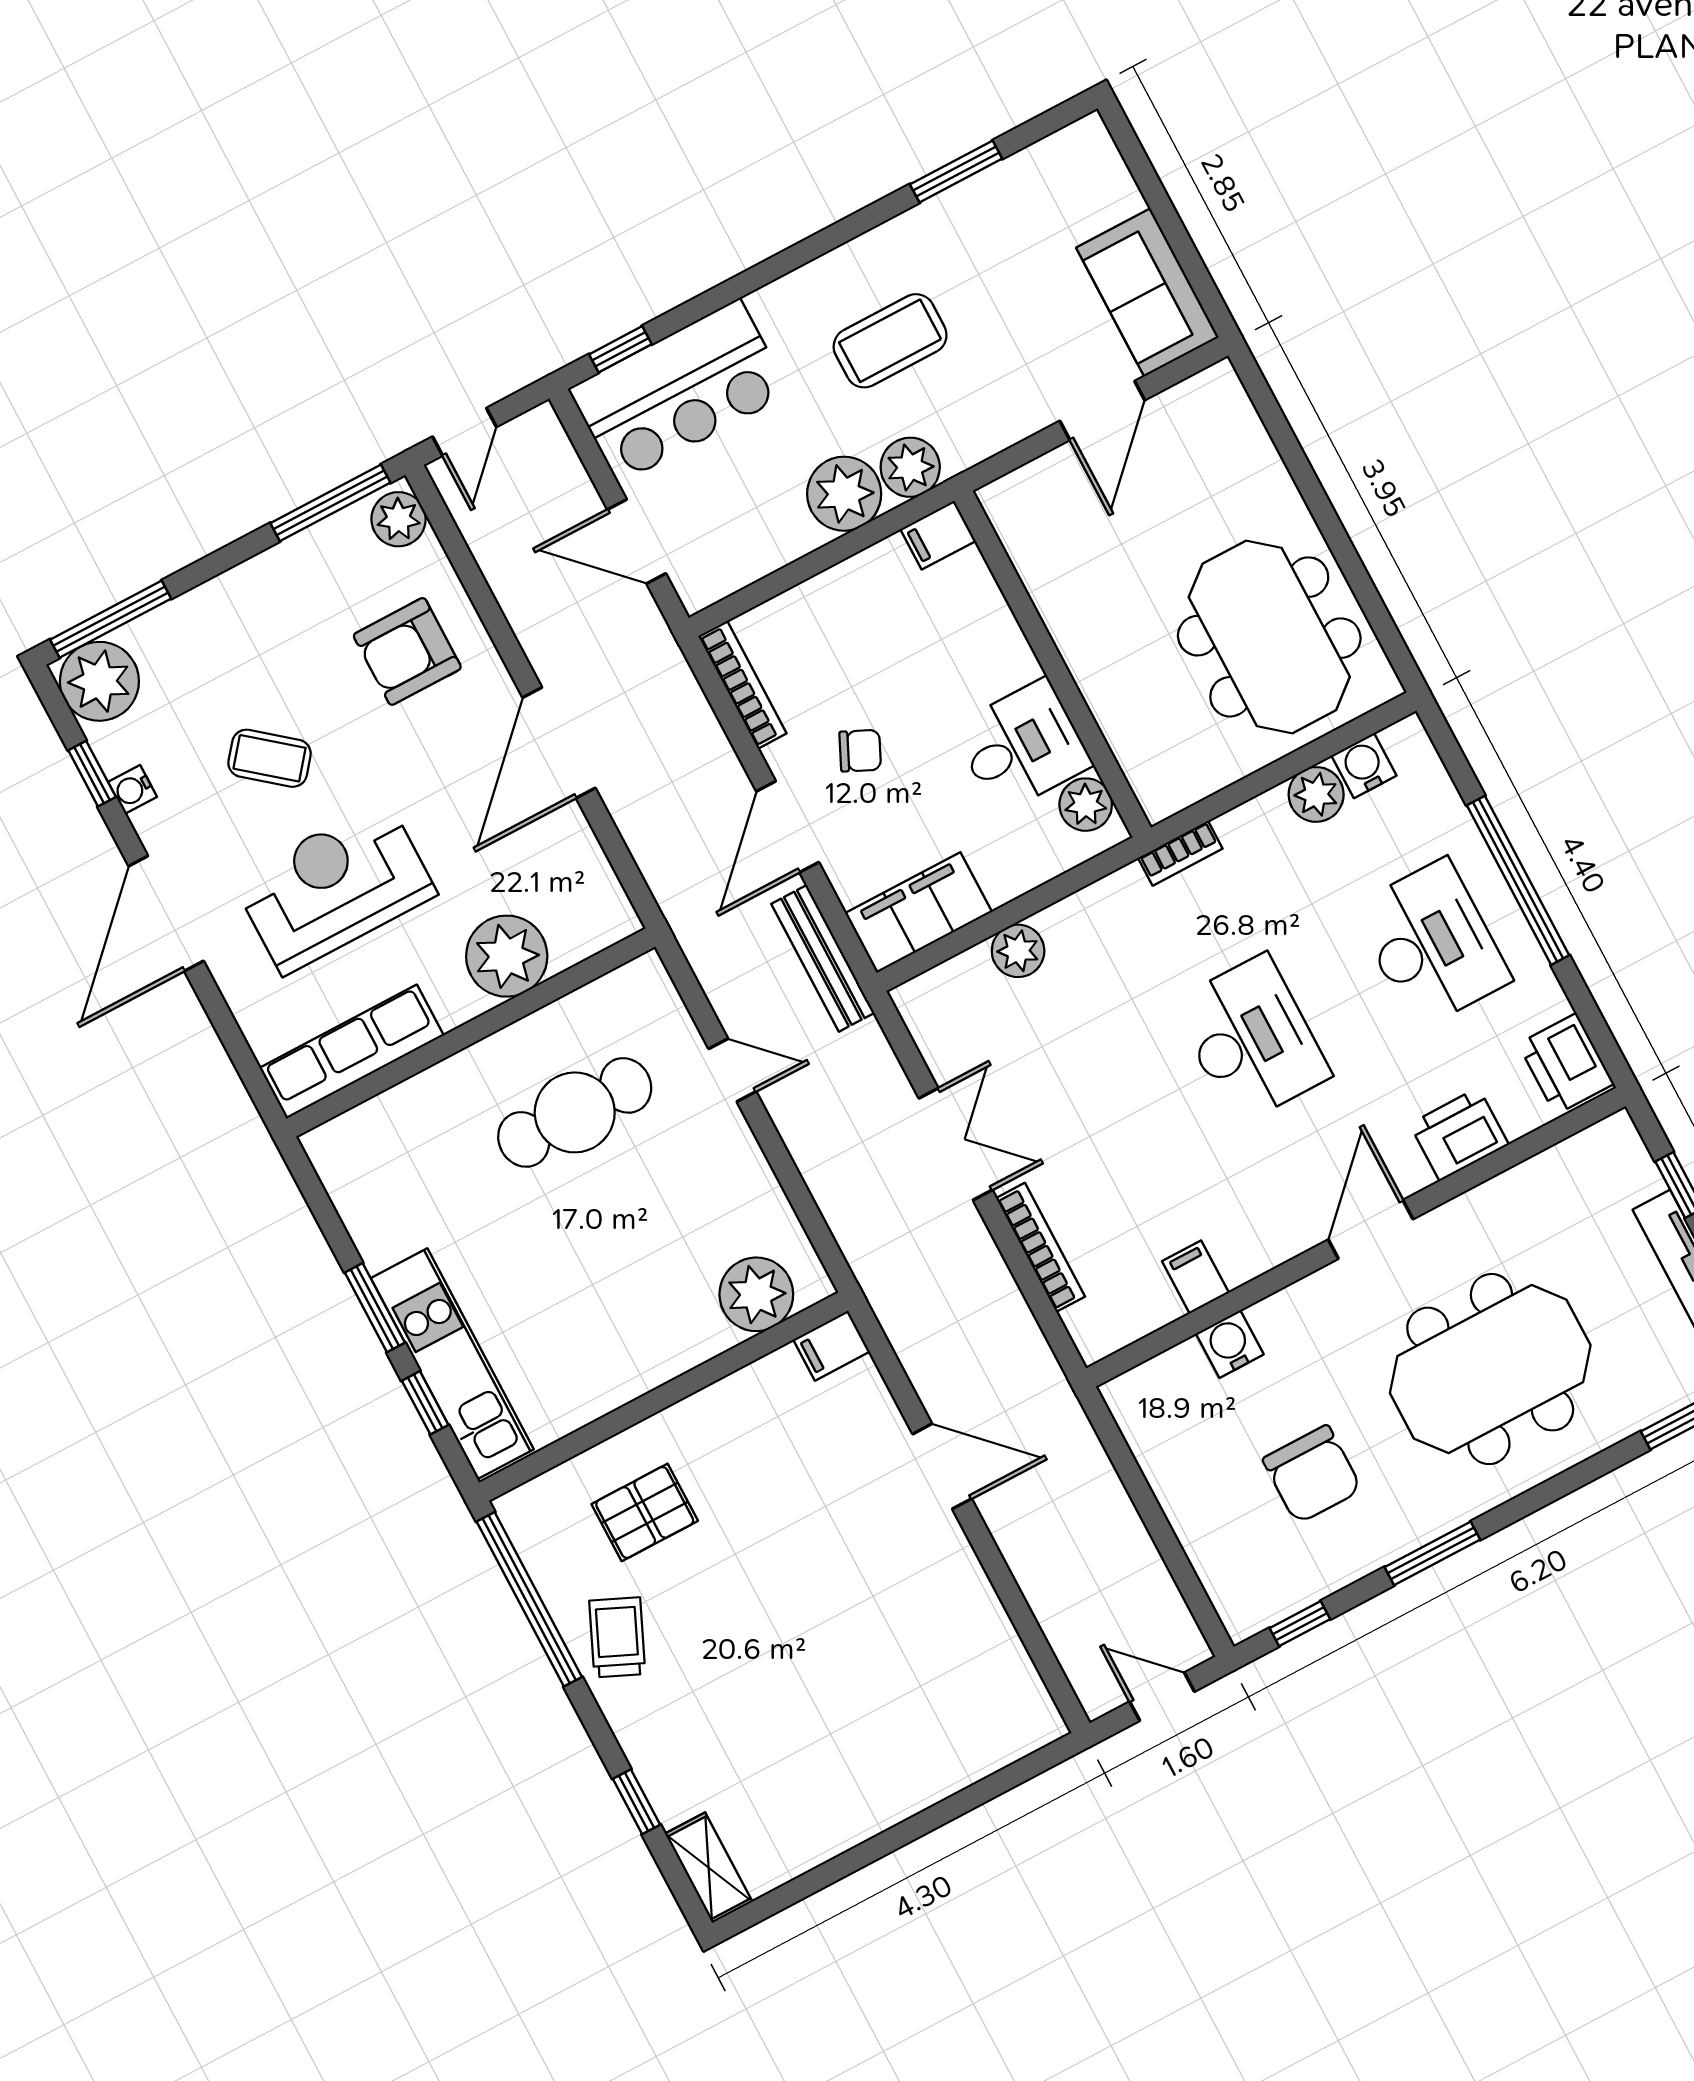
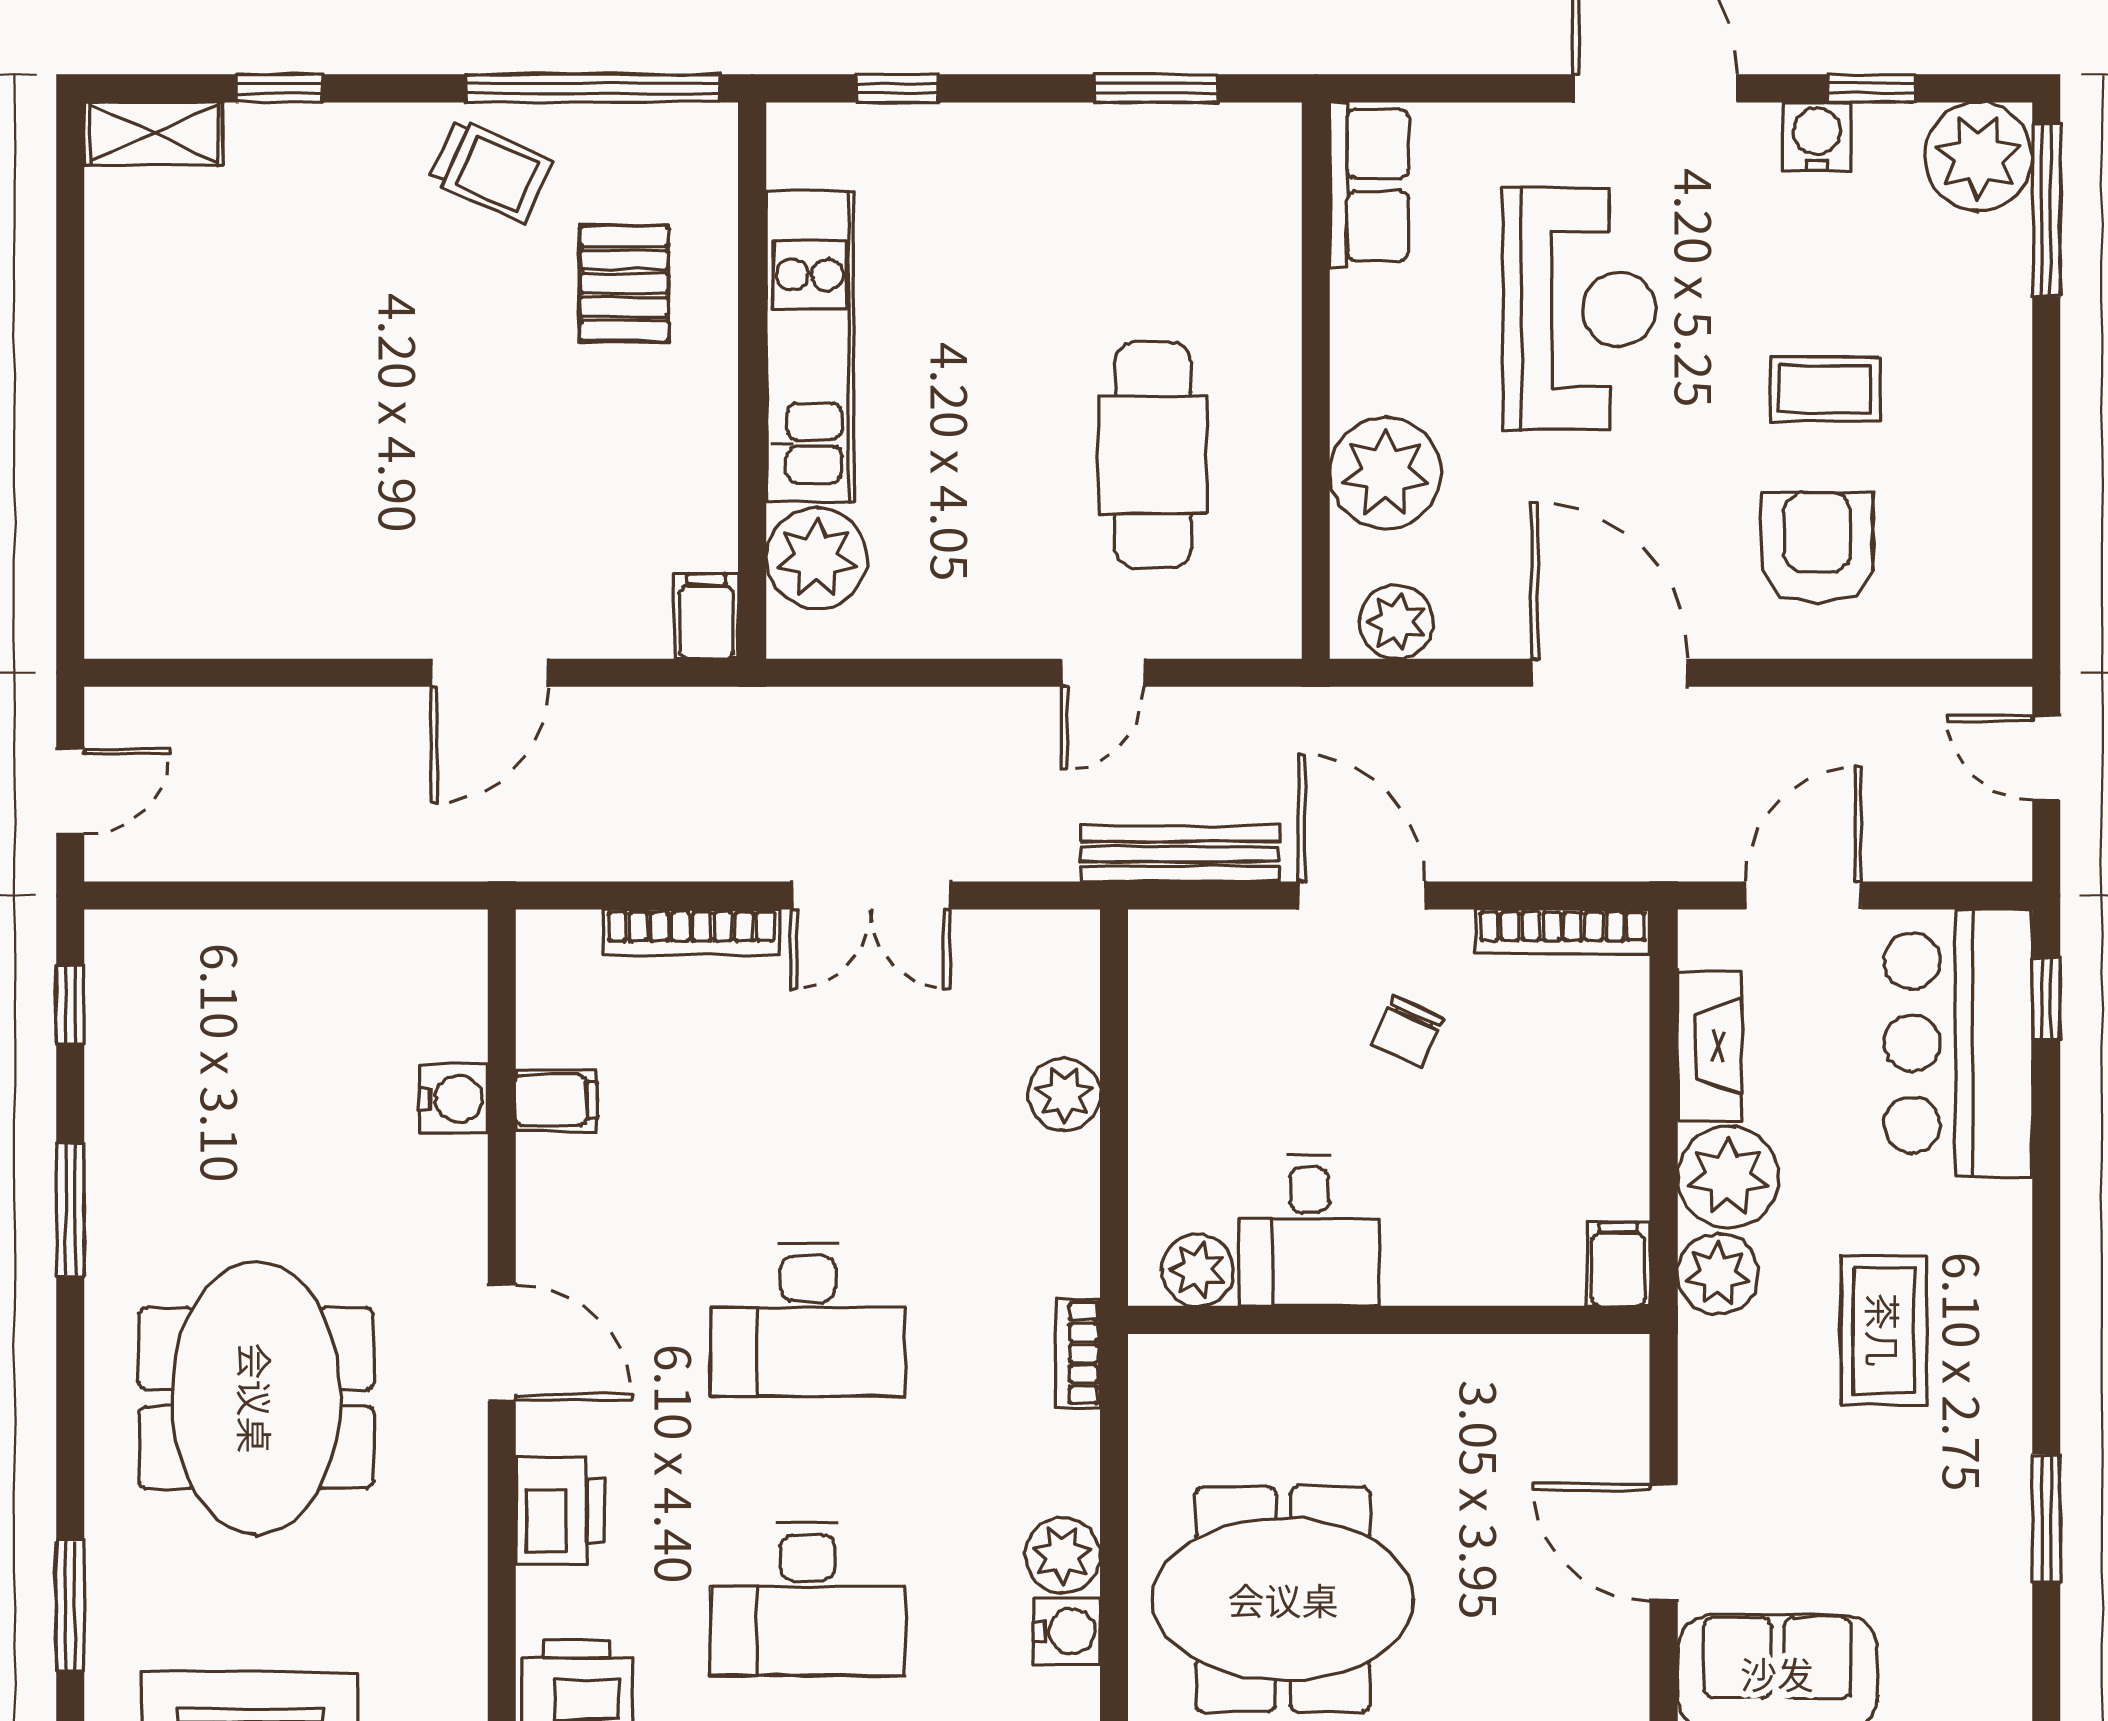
window: (330, 503) -> (2046, 550), removed
plant: (398, 519) -> (1397, 622), moved
fireplace: (766, 551) -> (1709, 1046), added
coffee table: (270, 758) -> (1825, 389), moved, turned 51
water cooler: (132, 789) -> (1817, 137), width x1.38, depth x1.38
filing cabinet: (919, 913) -> (1174, 999), removed
row of seats: (352, 1052) -> (1369, 185), width x0.68
window: (375, 1308) -> (1156, 88), moved
kitchen unit: (452, 1364) -> (810, 347), moved, turned -90
chair: (1312, 1474) -> (243, 1115), removed

